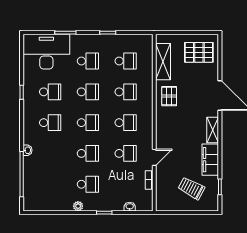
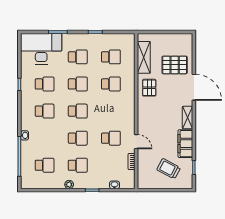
pallet: (199, 52) -> (175, 65), moved
school desk: (126, 123) -> (45, 165), moved
door: (154, 157) -> (136, 142), hinge flipped

